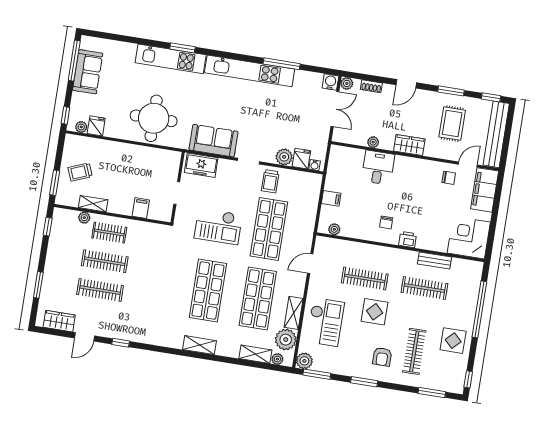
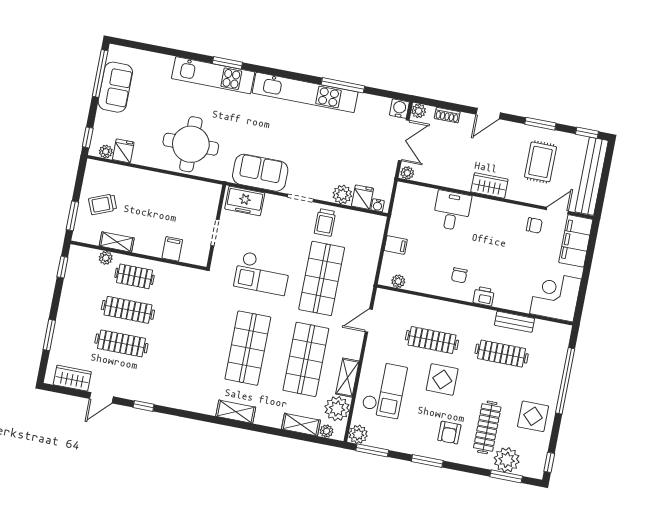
plant: (373, 142) -> (407, 173), moved
plant: (432, 378) -> (507, 460), added

